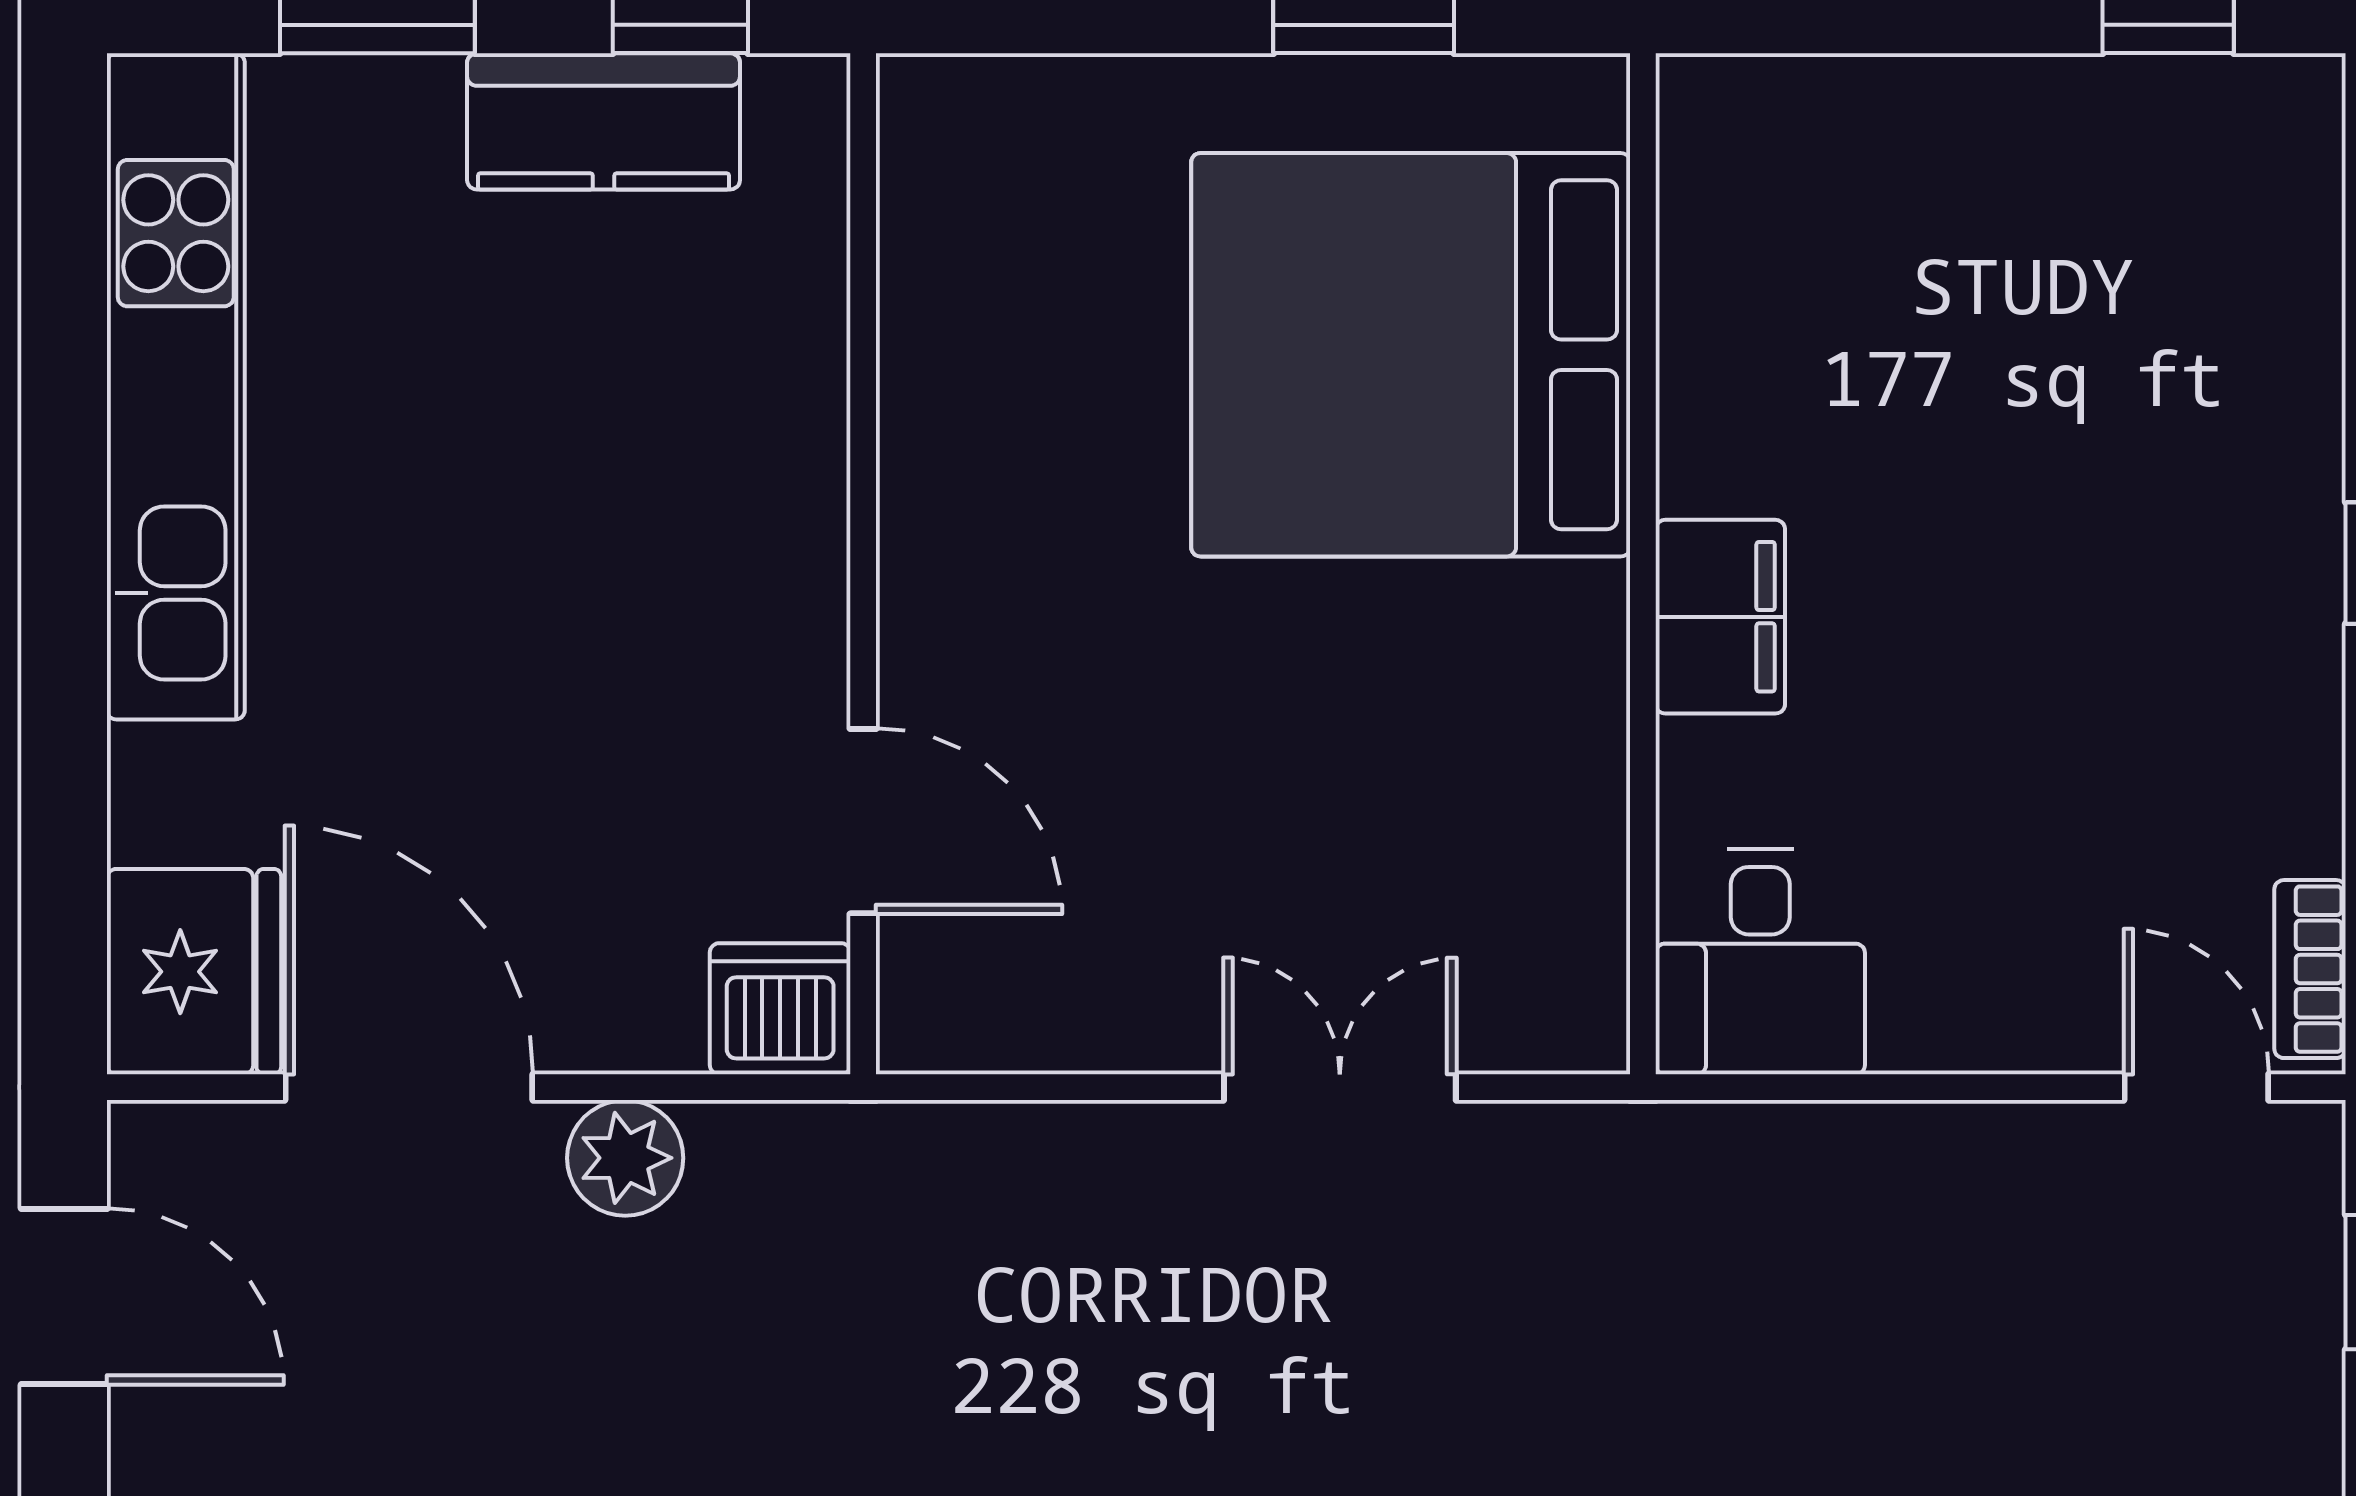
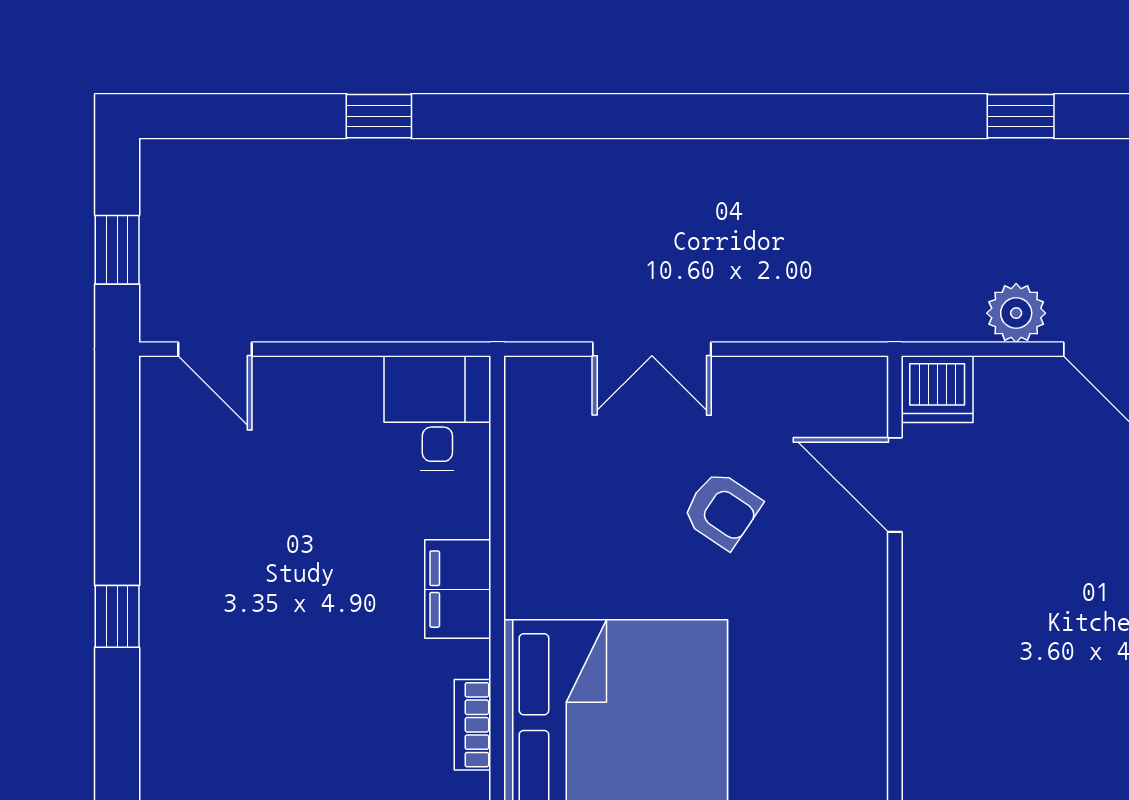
armchair: (1202, 772) -> (722, 510), added
bookcase: (2310, 969) -> (473, 725), moved, turned 180

